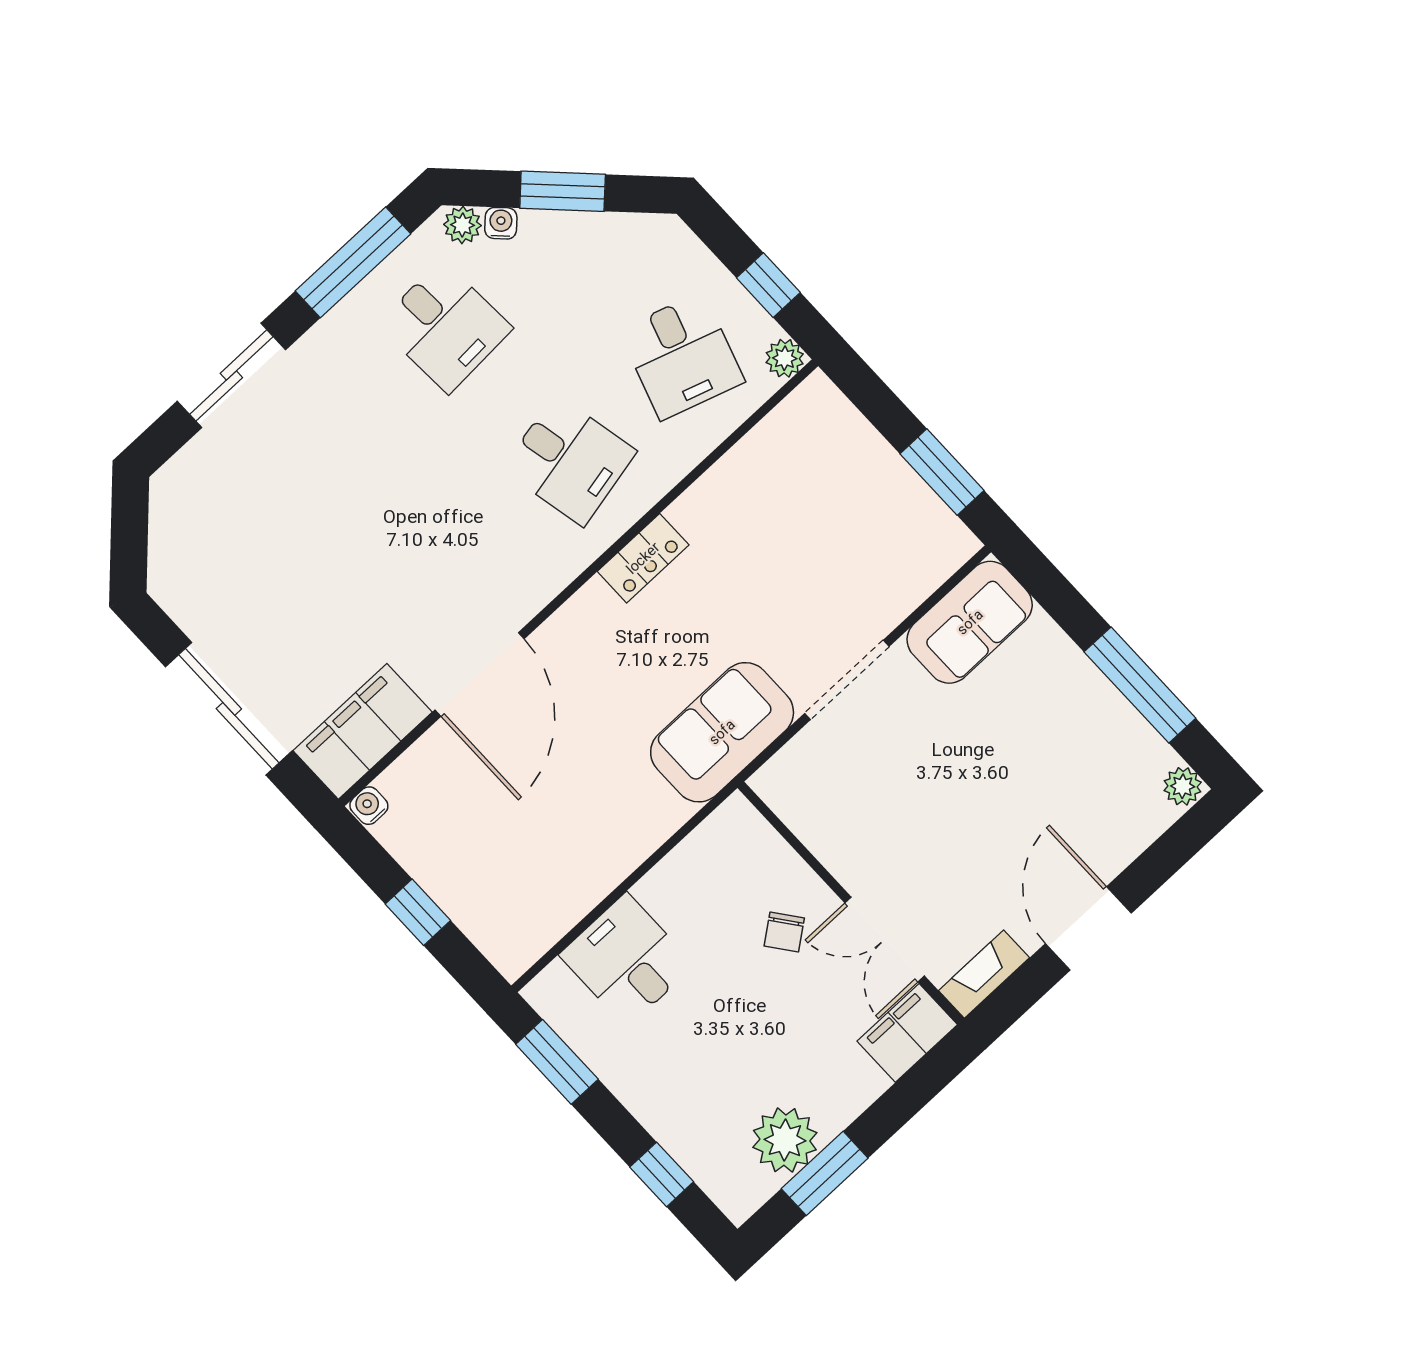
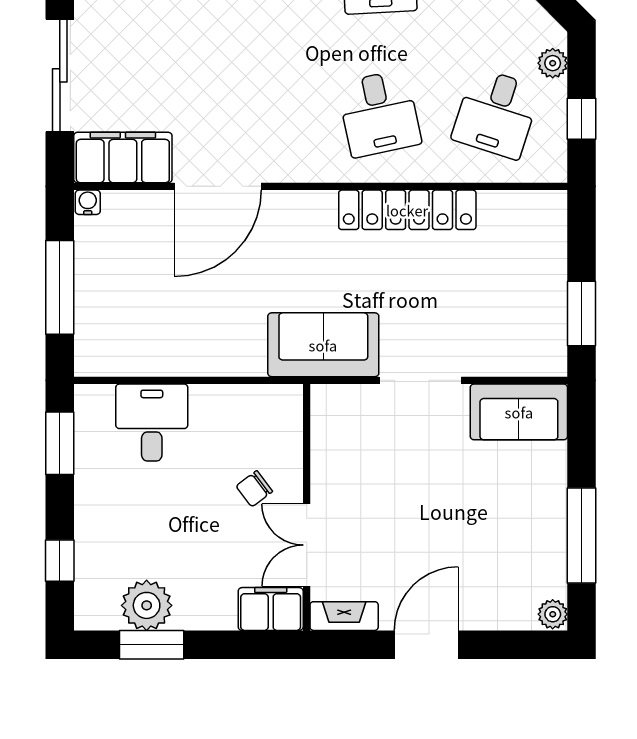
plant: (785, 358) -> (553, 63), moved
locker: (643, 558) -> (407, 210), width x2.16, depth x1.21
window: (418, 912) -> (60, 287), width x2.17

